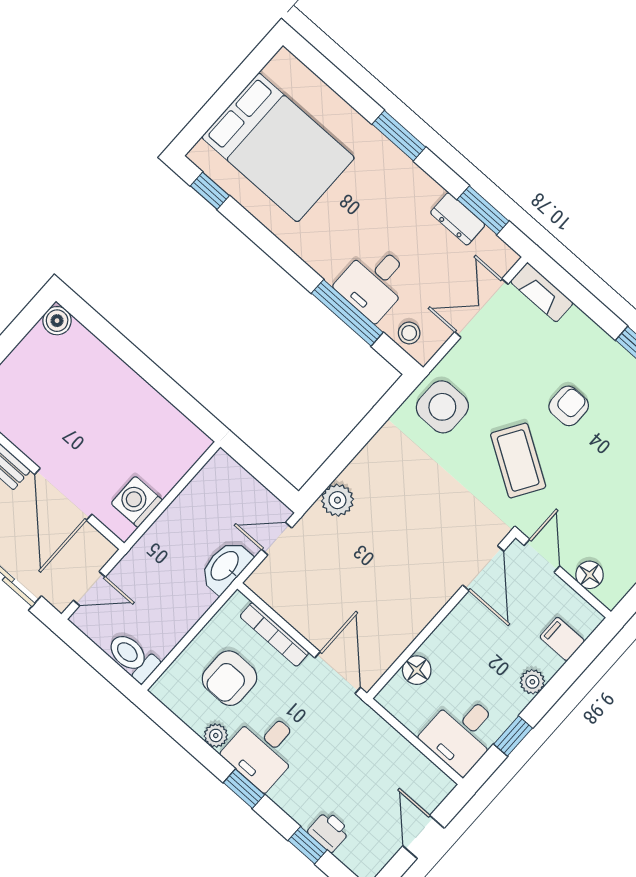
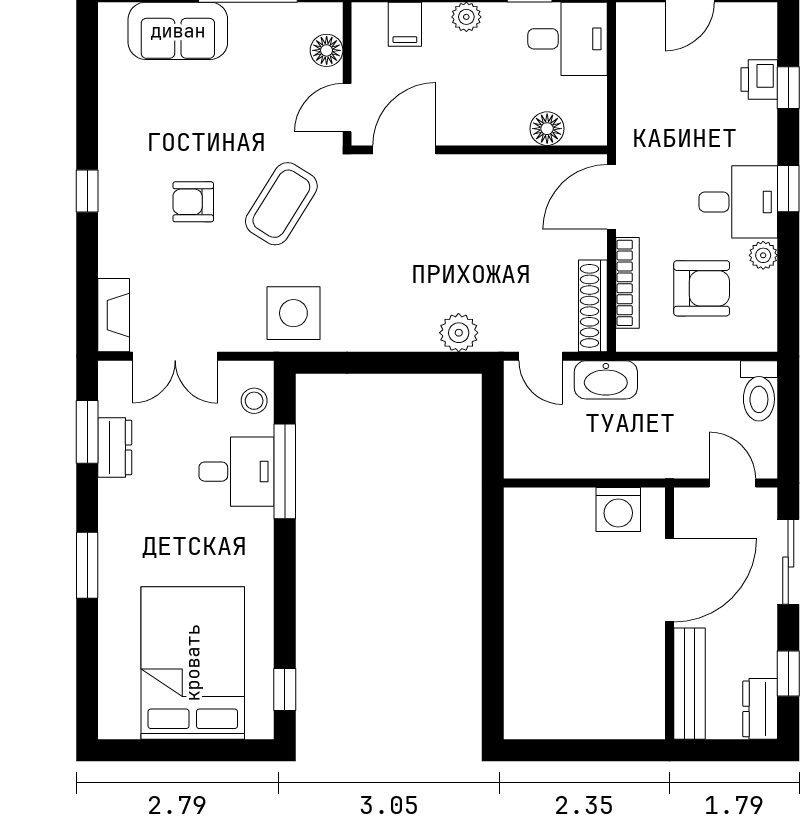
boiler: (57, 321) -> (520, 723), removed
shoe rack: (279, 600) -> (593, 306), added

